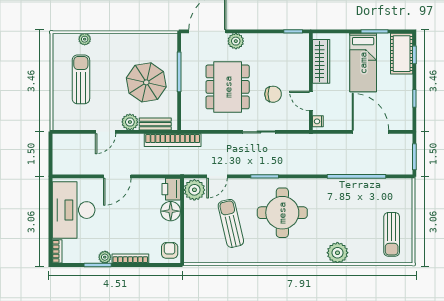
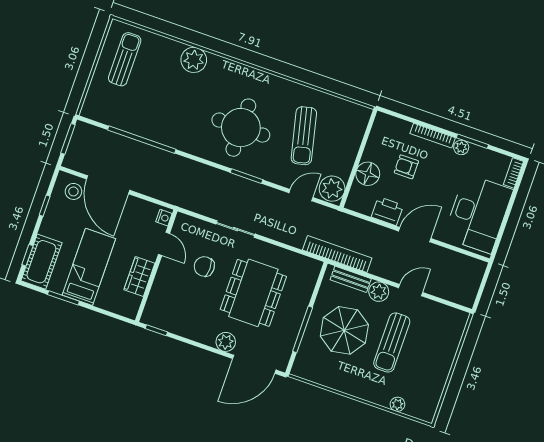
wardrobe: (321, 61) -> (139, 276), width x0.67
sun lounger: (81, 79) -> (392, 342), moved
stool: (396, 117) -> (73, 191), added
printer: (171, 189) -> (387, 211), moved, turned -90
armchair: (170, 250) -> (406, 167), moved, turned 90

